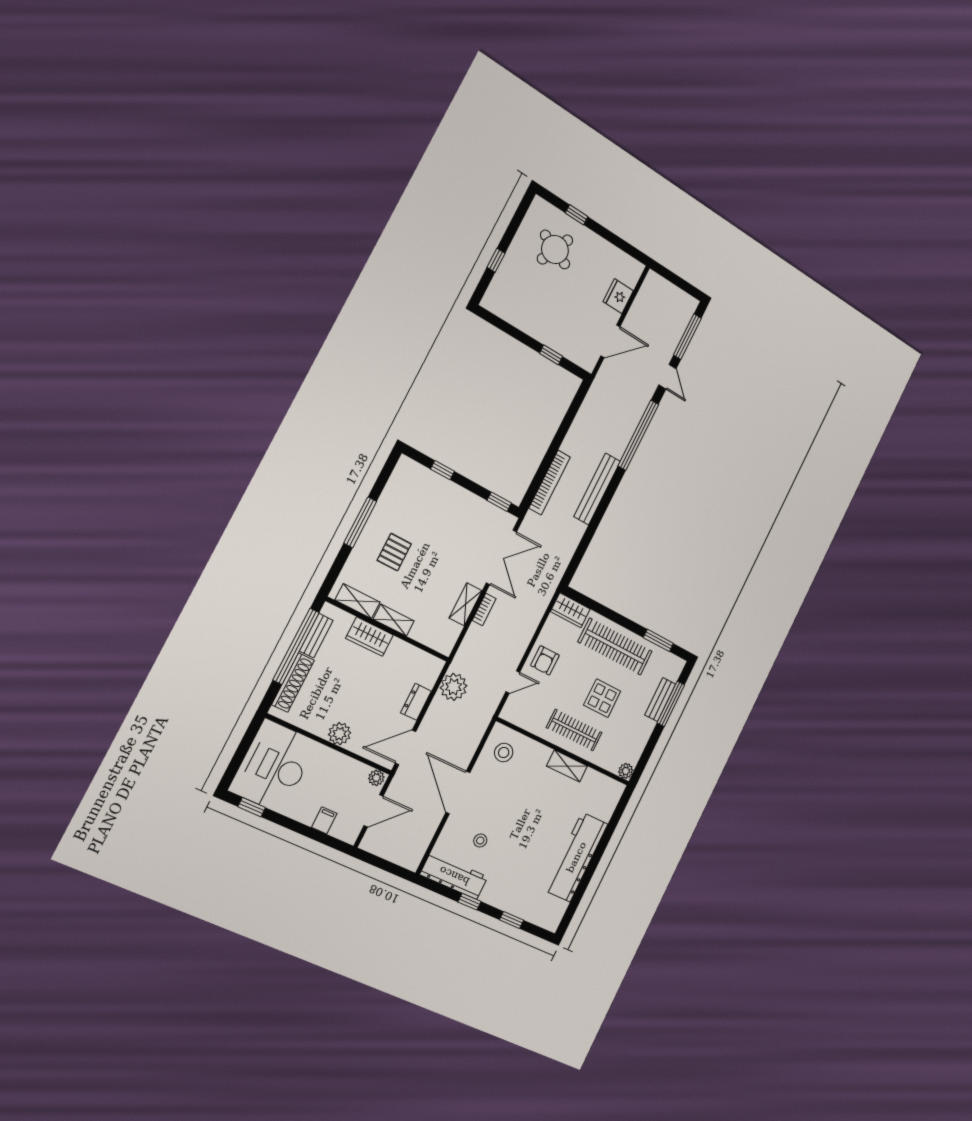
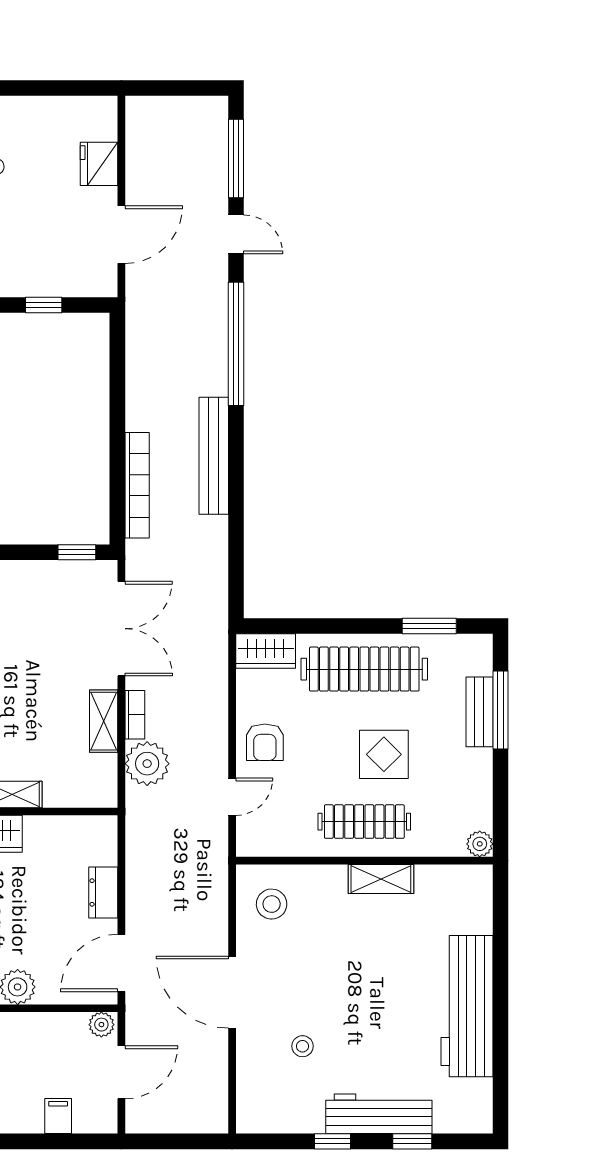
plant: (454, 687) -> (147, 764), moved
workbench: (454, 876) -> (379, 1114), moved

